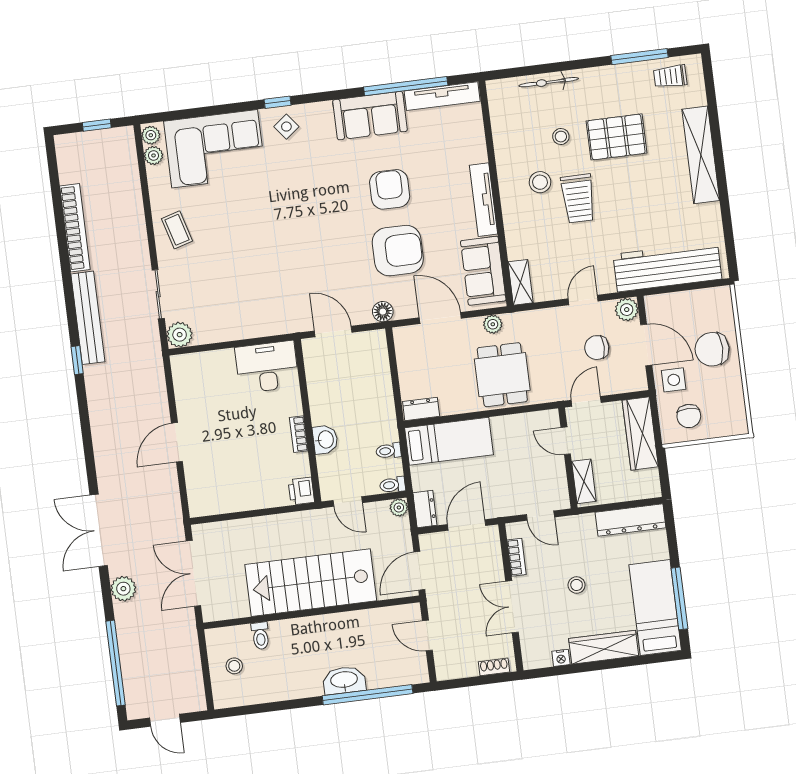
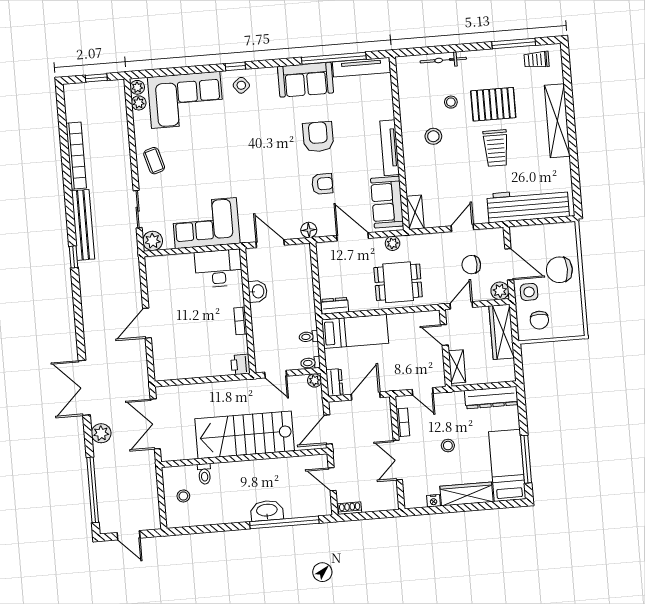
trolley: (578, 198) -> (496, 148), moved
armchair: (398, 251) -> (322, 184), width x0.53, depth x0.53
corner sofa: (248, 308) -> (206, 223), added
plant: (627, 310) -> (500, 291), moved
dining table: (502, 375) -> (398, 282), turned 90
washbasin: (325, 440) -> (258, 291), moved
shoe rack: (494, 667) -> (350, 508), moved

